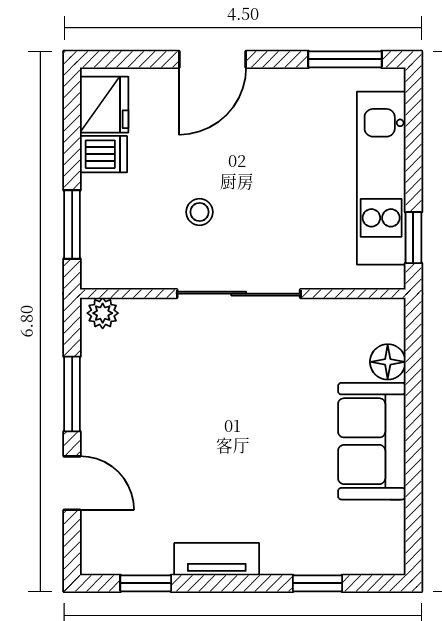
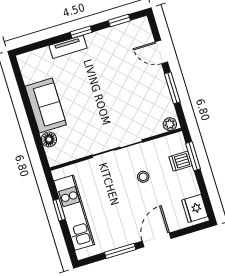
window: (345, 59) -> (120, 251), moved
dishwasher: (104, 154) -> (181, 161), moved
window: (413, 238) -> (59, 210), moved
tv unit: (217, 559) -> (68, 47), moved
window: (317, 583) -> (81, 32), moved

